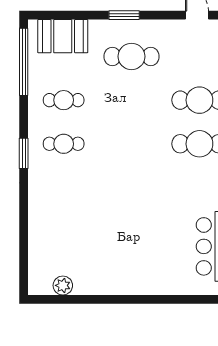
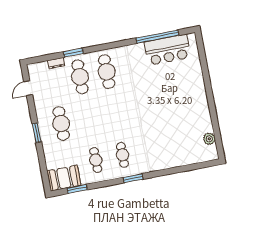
booth: (63, 36) -> (64, 178), moved, turned 90
window: (24, 62) -> (77, 189), width x0.47

